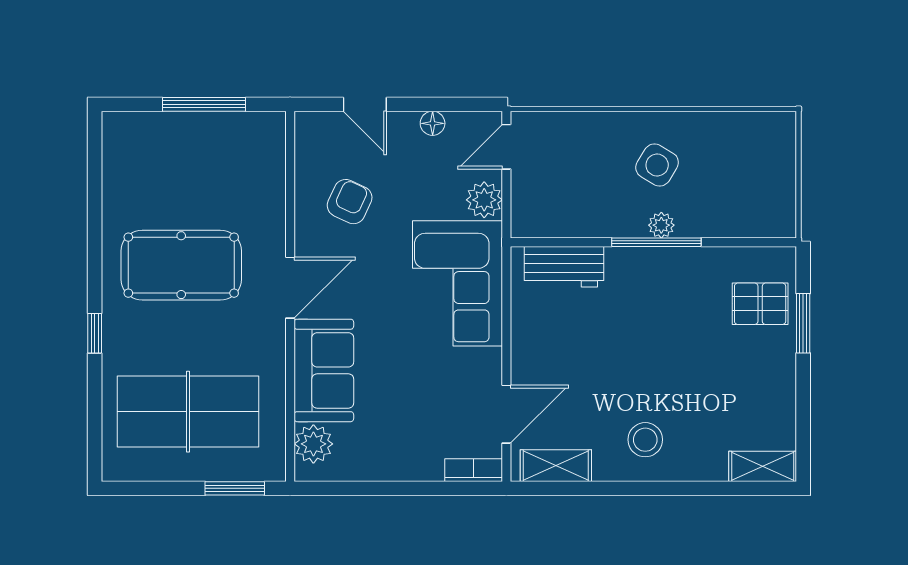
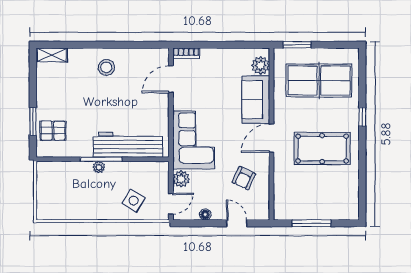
side table: (657, 165) -> (134, 201), moved
workbench: (564, 267) -> (128, 145), width x1.88, depth x1.32
shelving: (556, 466) -> (148, 55), removed

